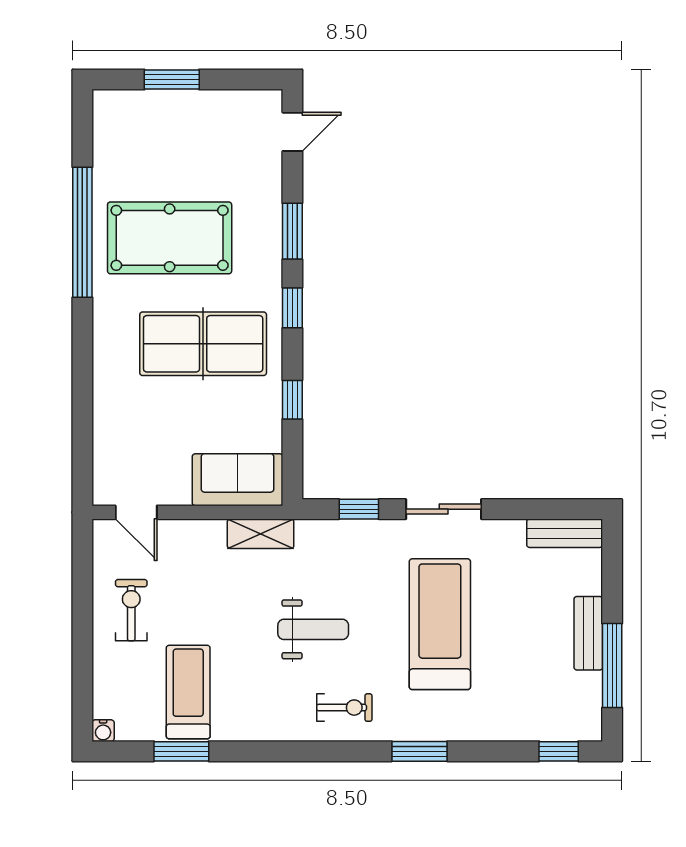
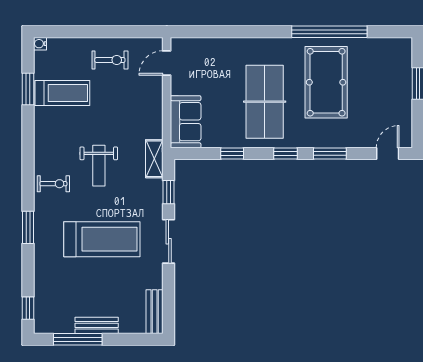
door: (292, 132) -> (388, 154), swing flipped
shelving: (261, 534) -> (154, 159), moved
exercise bike: (344, 708) -> (53, 184), turned -90

